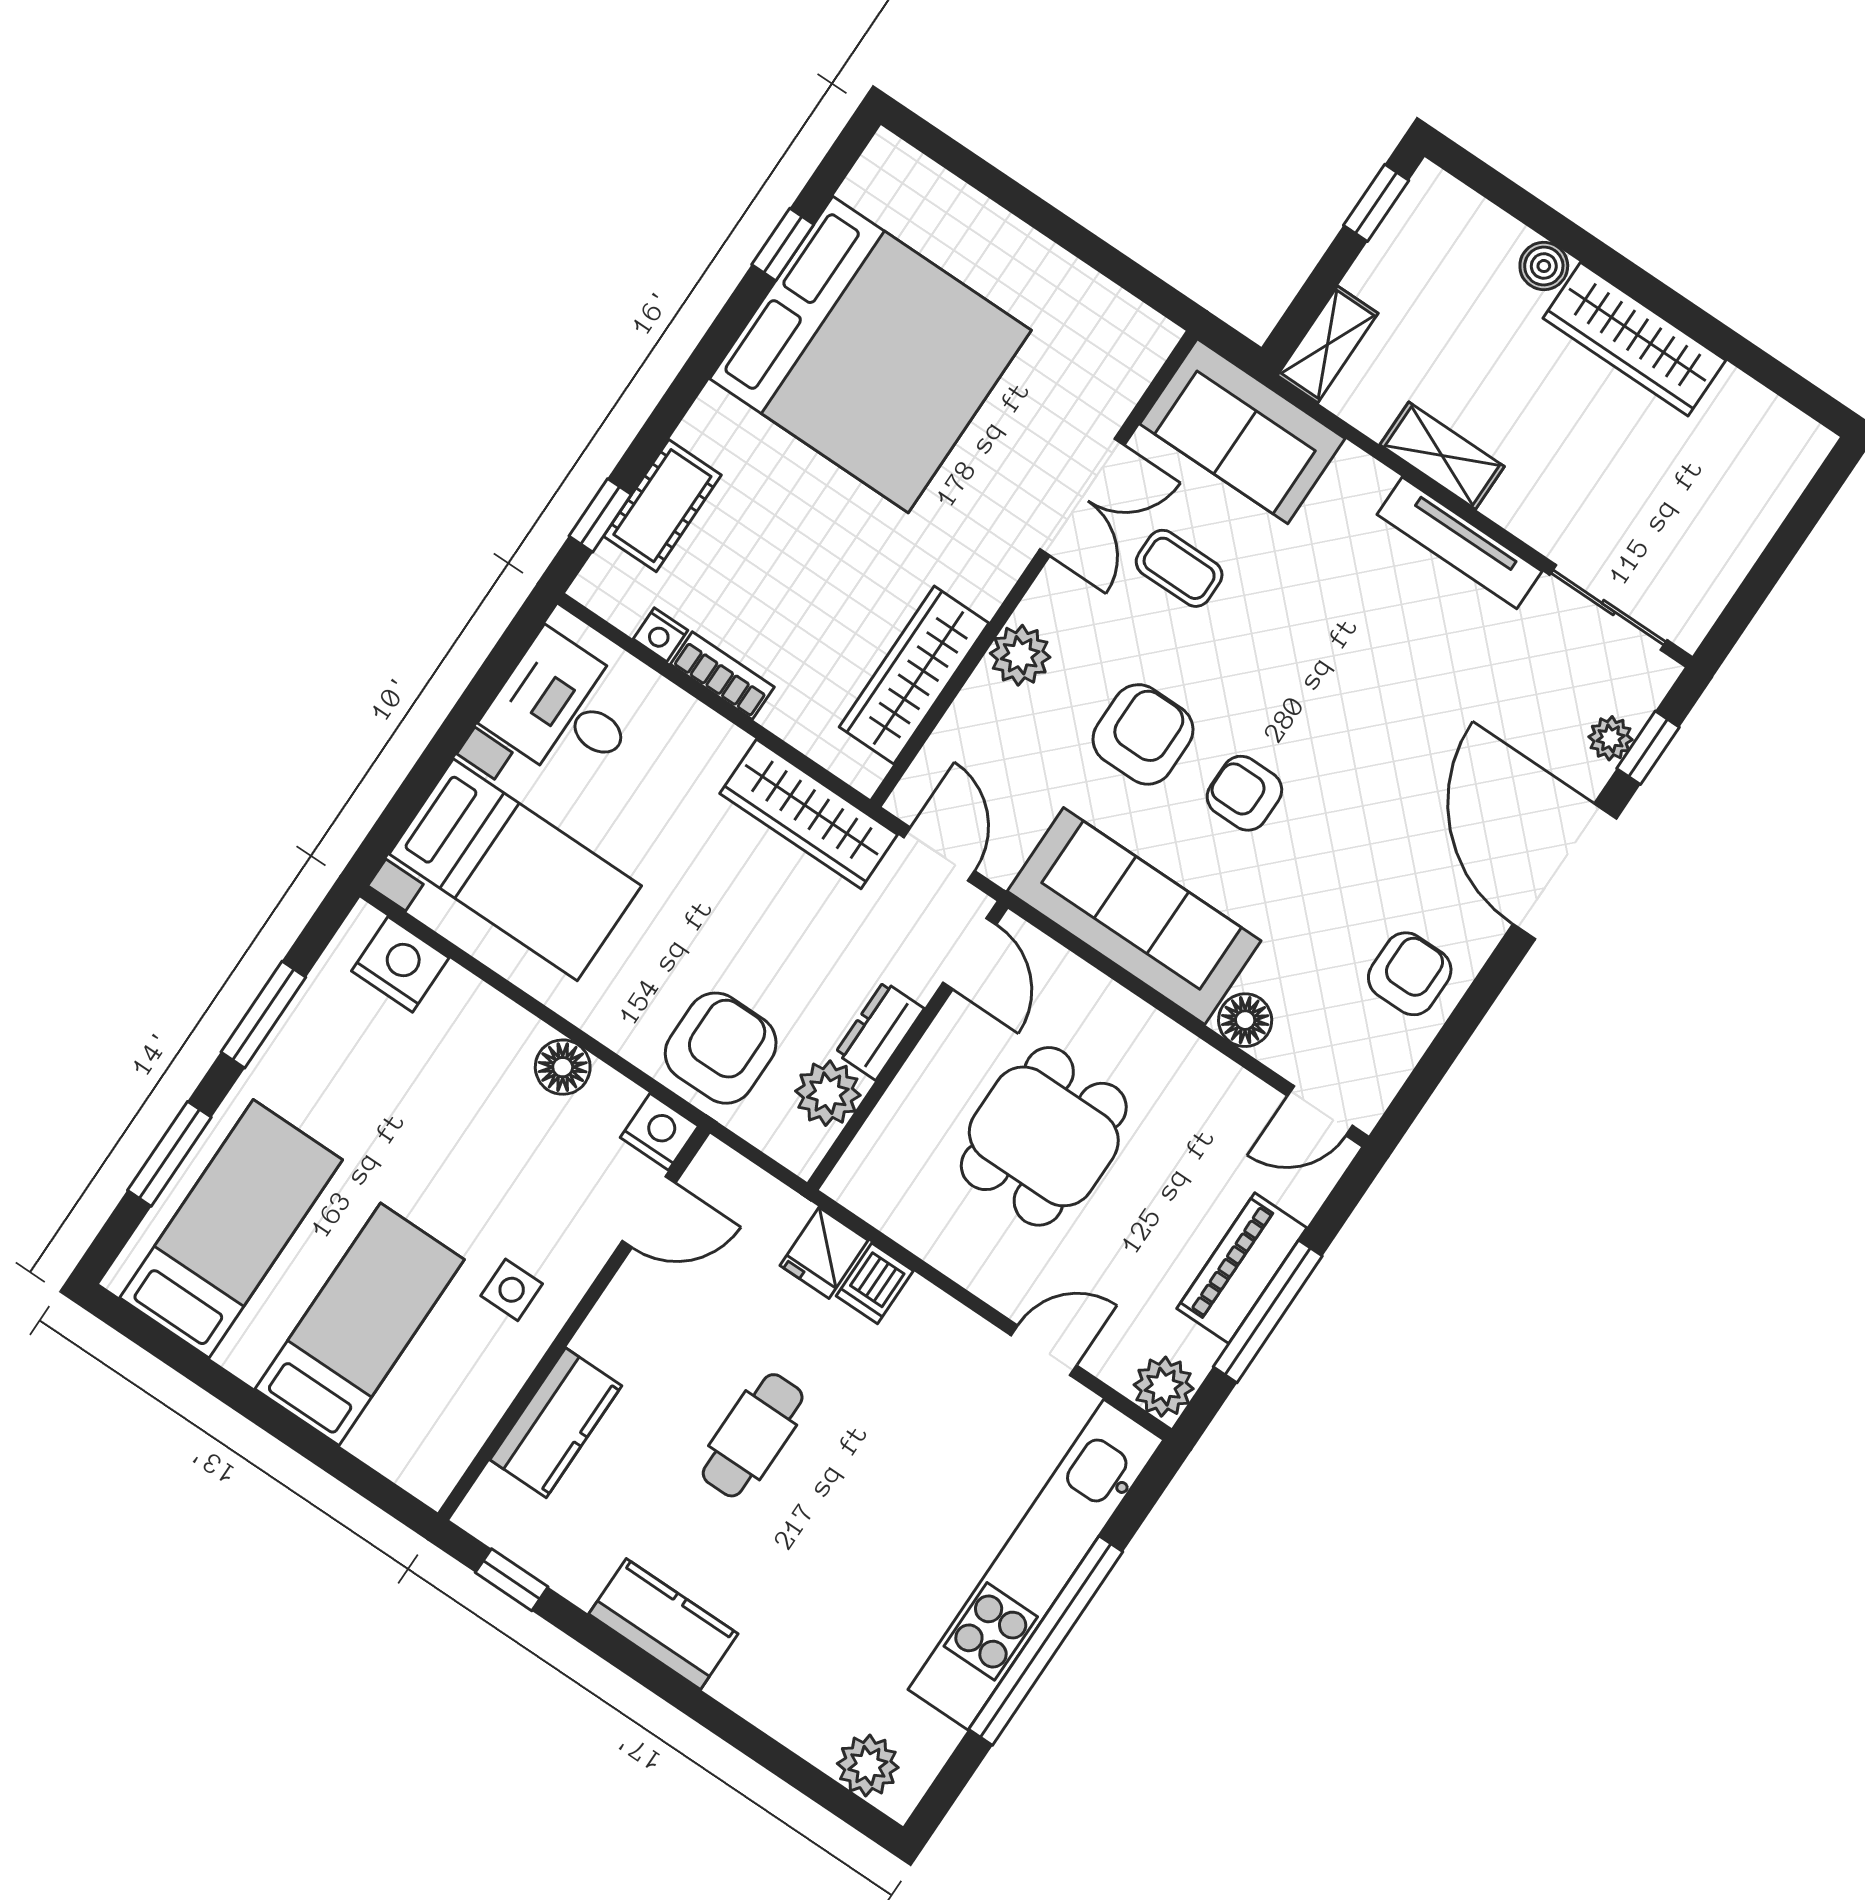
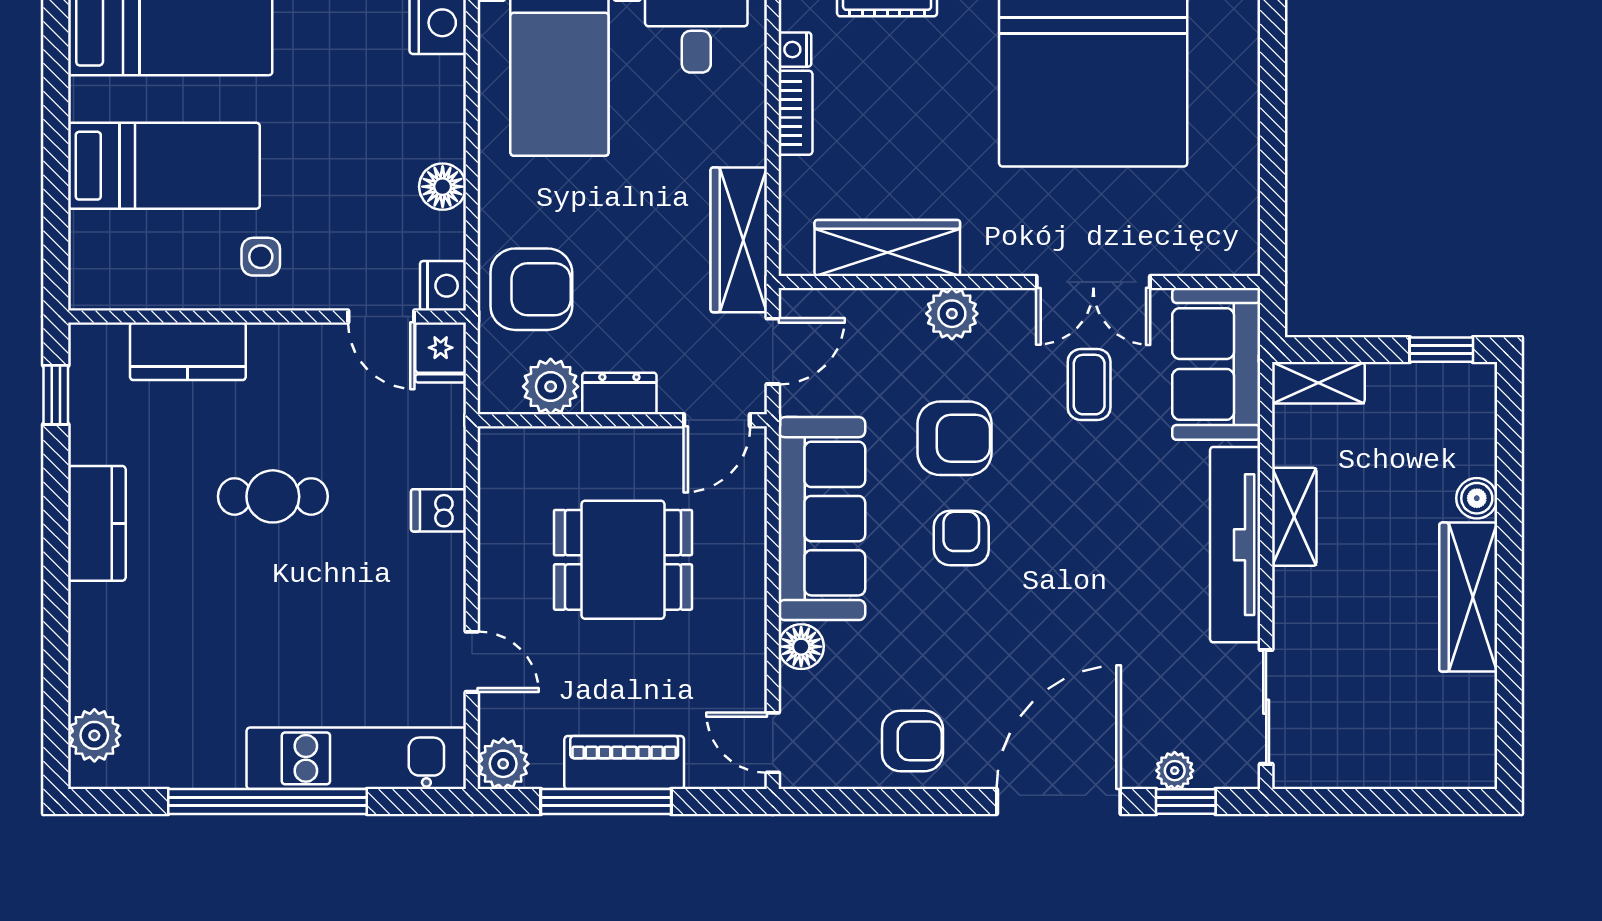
tv unit: (1459, 543) -> (1235, 545), width x1.36, depth x1.29
fridge: (824, 1253) -> (441, 353), moved, turned -90
kitchen unit: (1036, 1565) -> (356, 758), width x0.73

